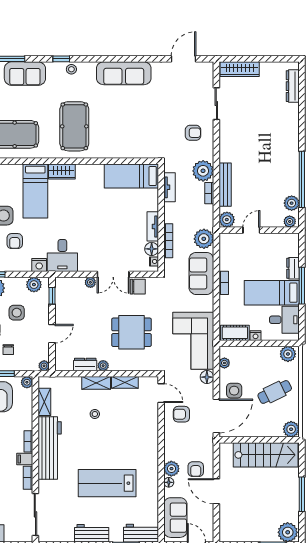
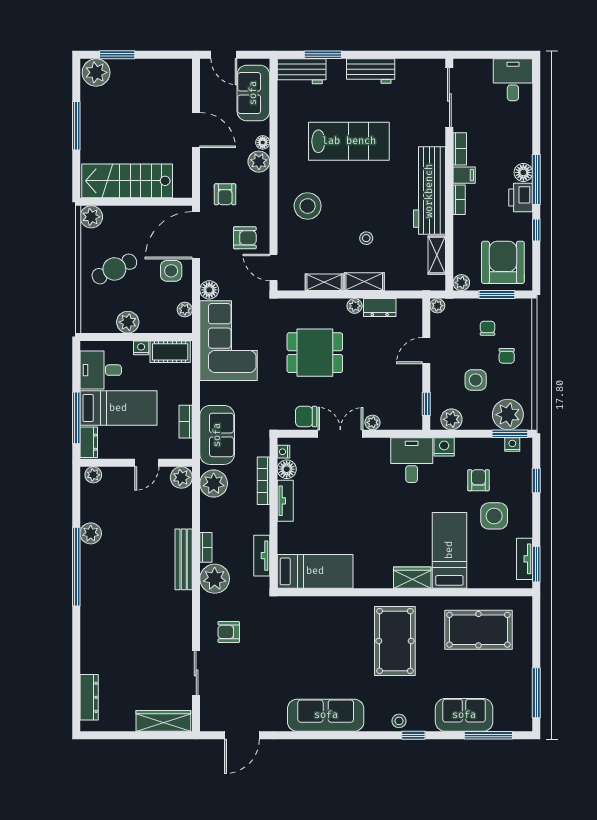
plant: (227, 220) -> (181, 477), moved
plant: (290, 221) -> (93, 475), moved
door: (251, 230) -> (147, 463), moved
wall: (259, 230) -> (136, 463), moved
plant: (288, 354) -> (128, 322), moved
stool: (137, 437) -> (308, 206), added
armchair: (196, 469) -> (225, 194), moved, turned 180

